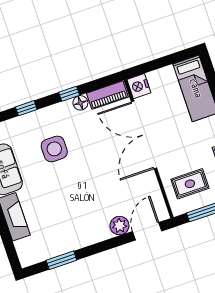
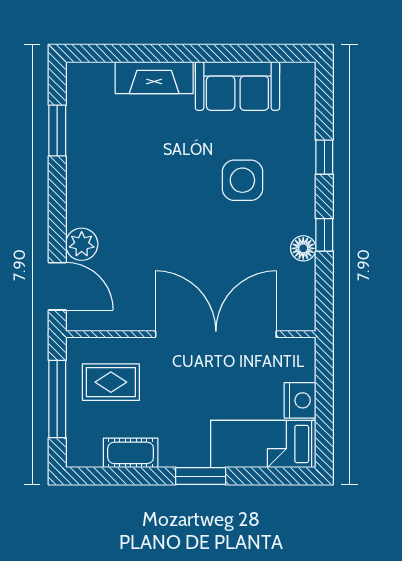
nightstand: (139, 86) -> (300, 400), moved, turned 90
piano: (107, 95) -> (301, 296), removed
rug: (190, 184) -> (111, 382), turned 90

